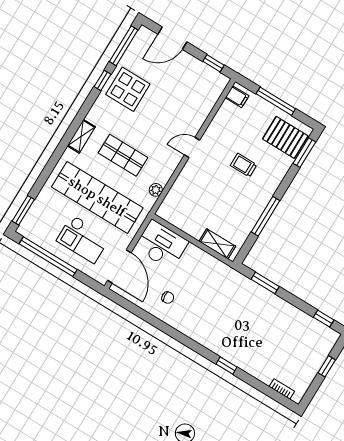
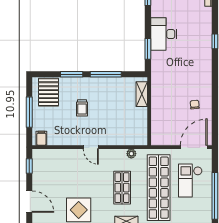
window: (304, 153) -> (72, 74), moved
checkout: (83, 239) -> (190, 180), turned 180
desk: (161, 245) -> (164, 34), moved

